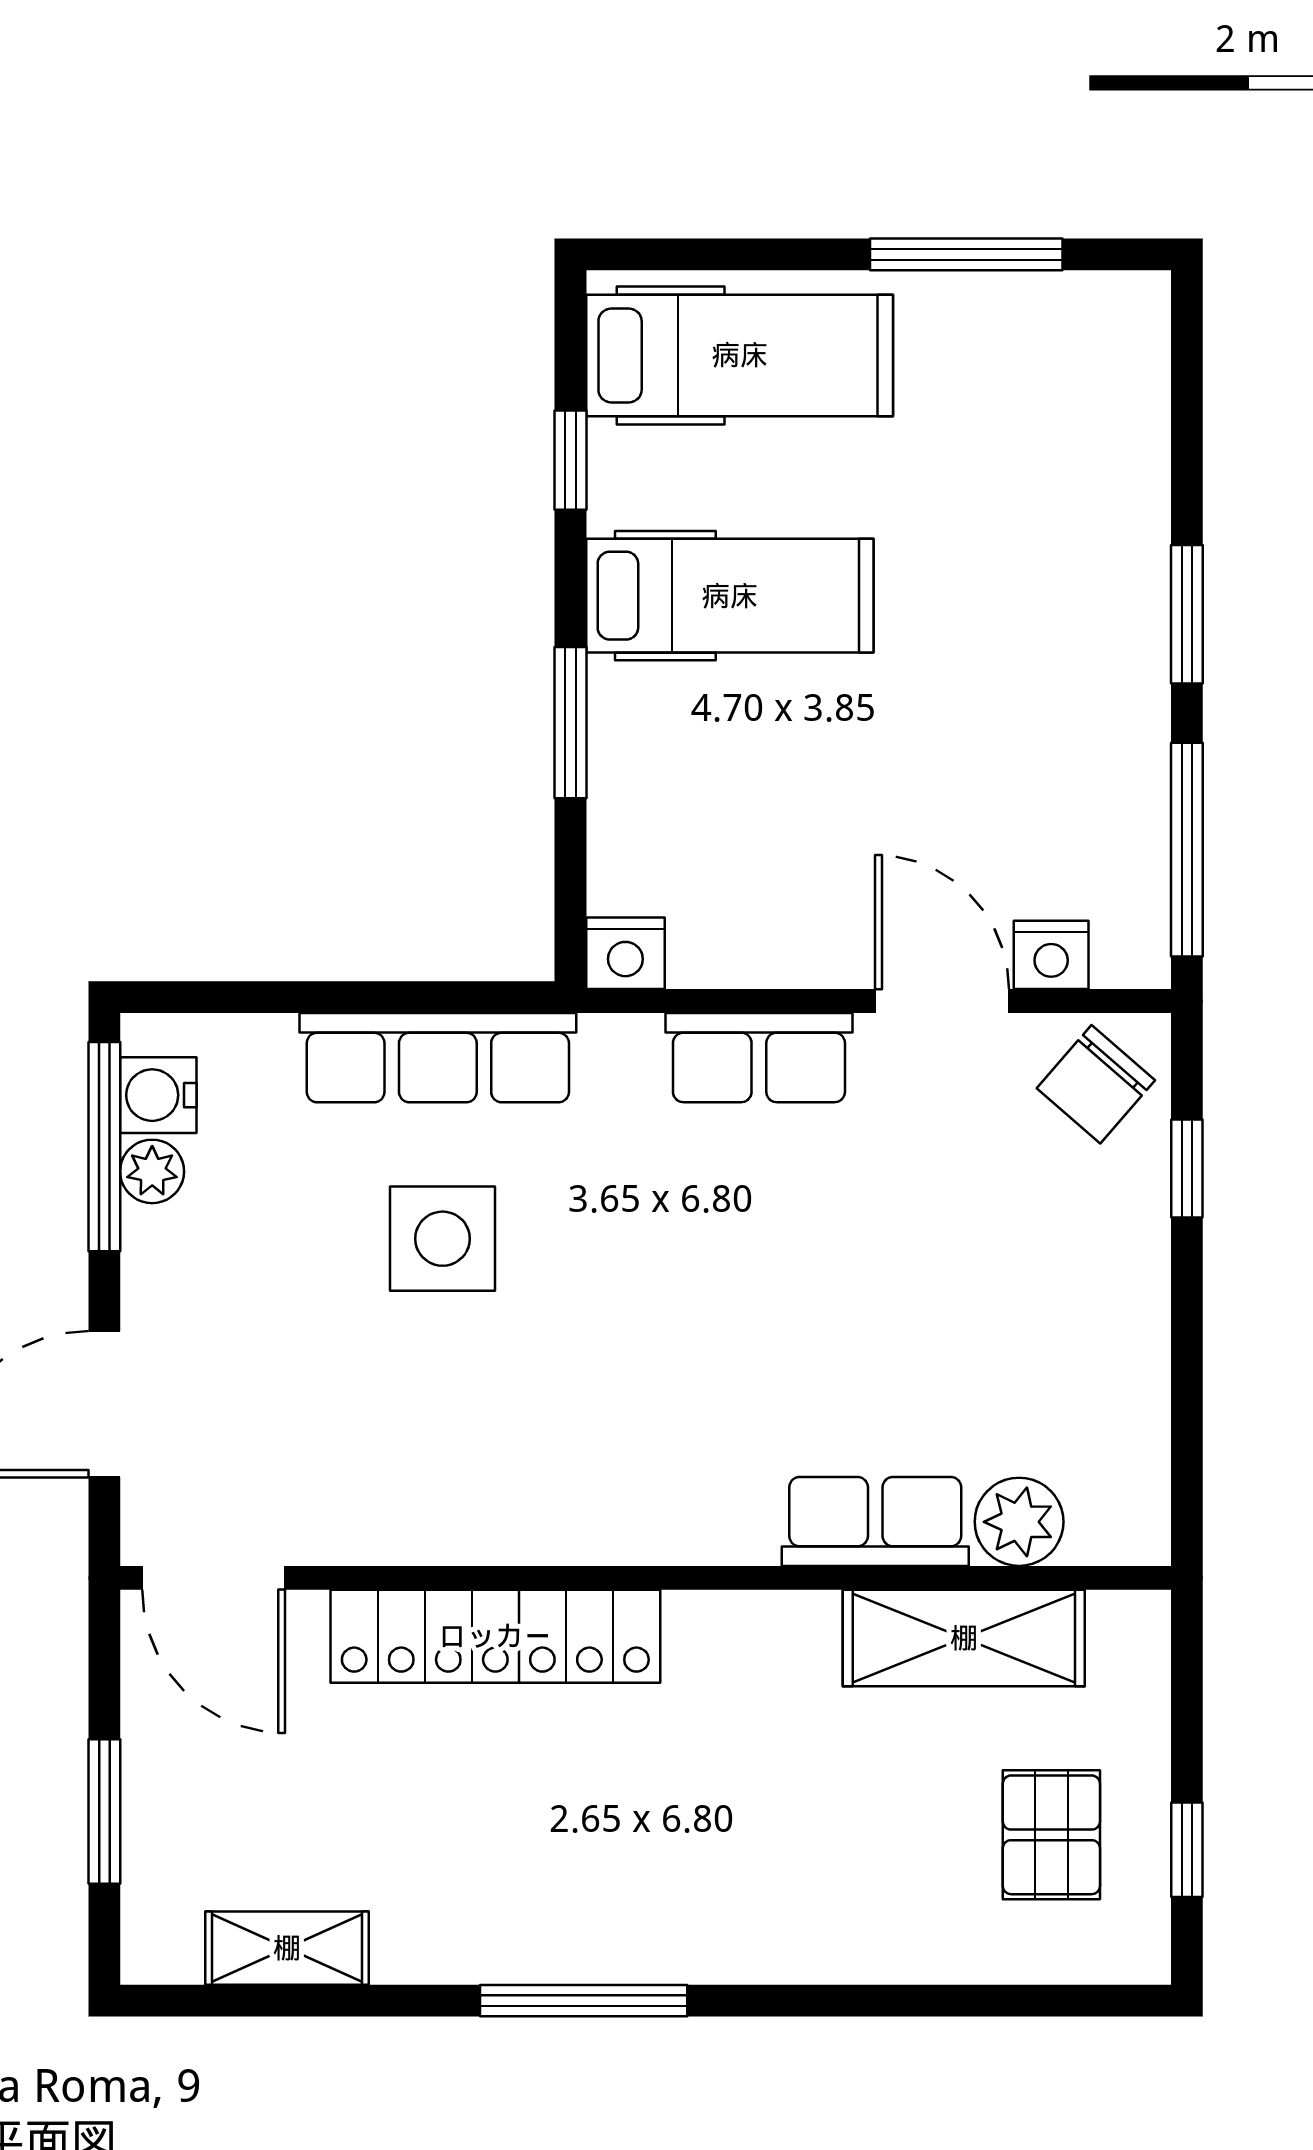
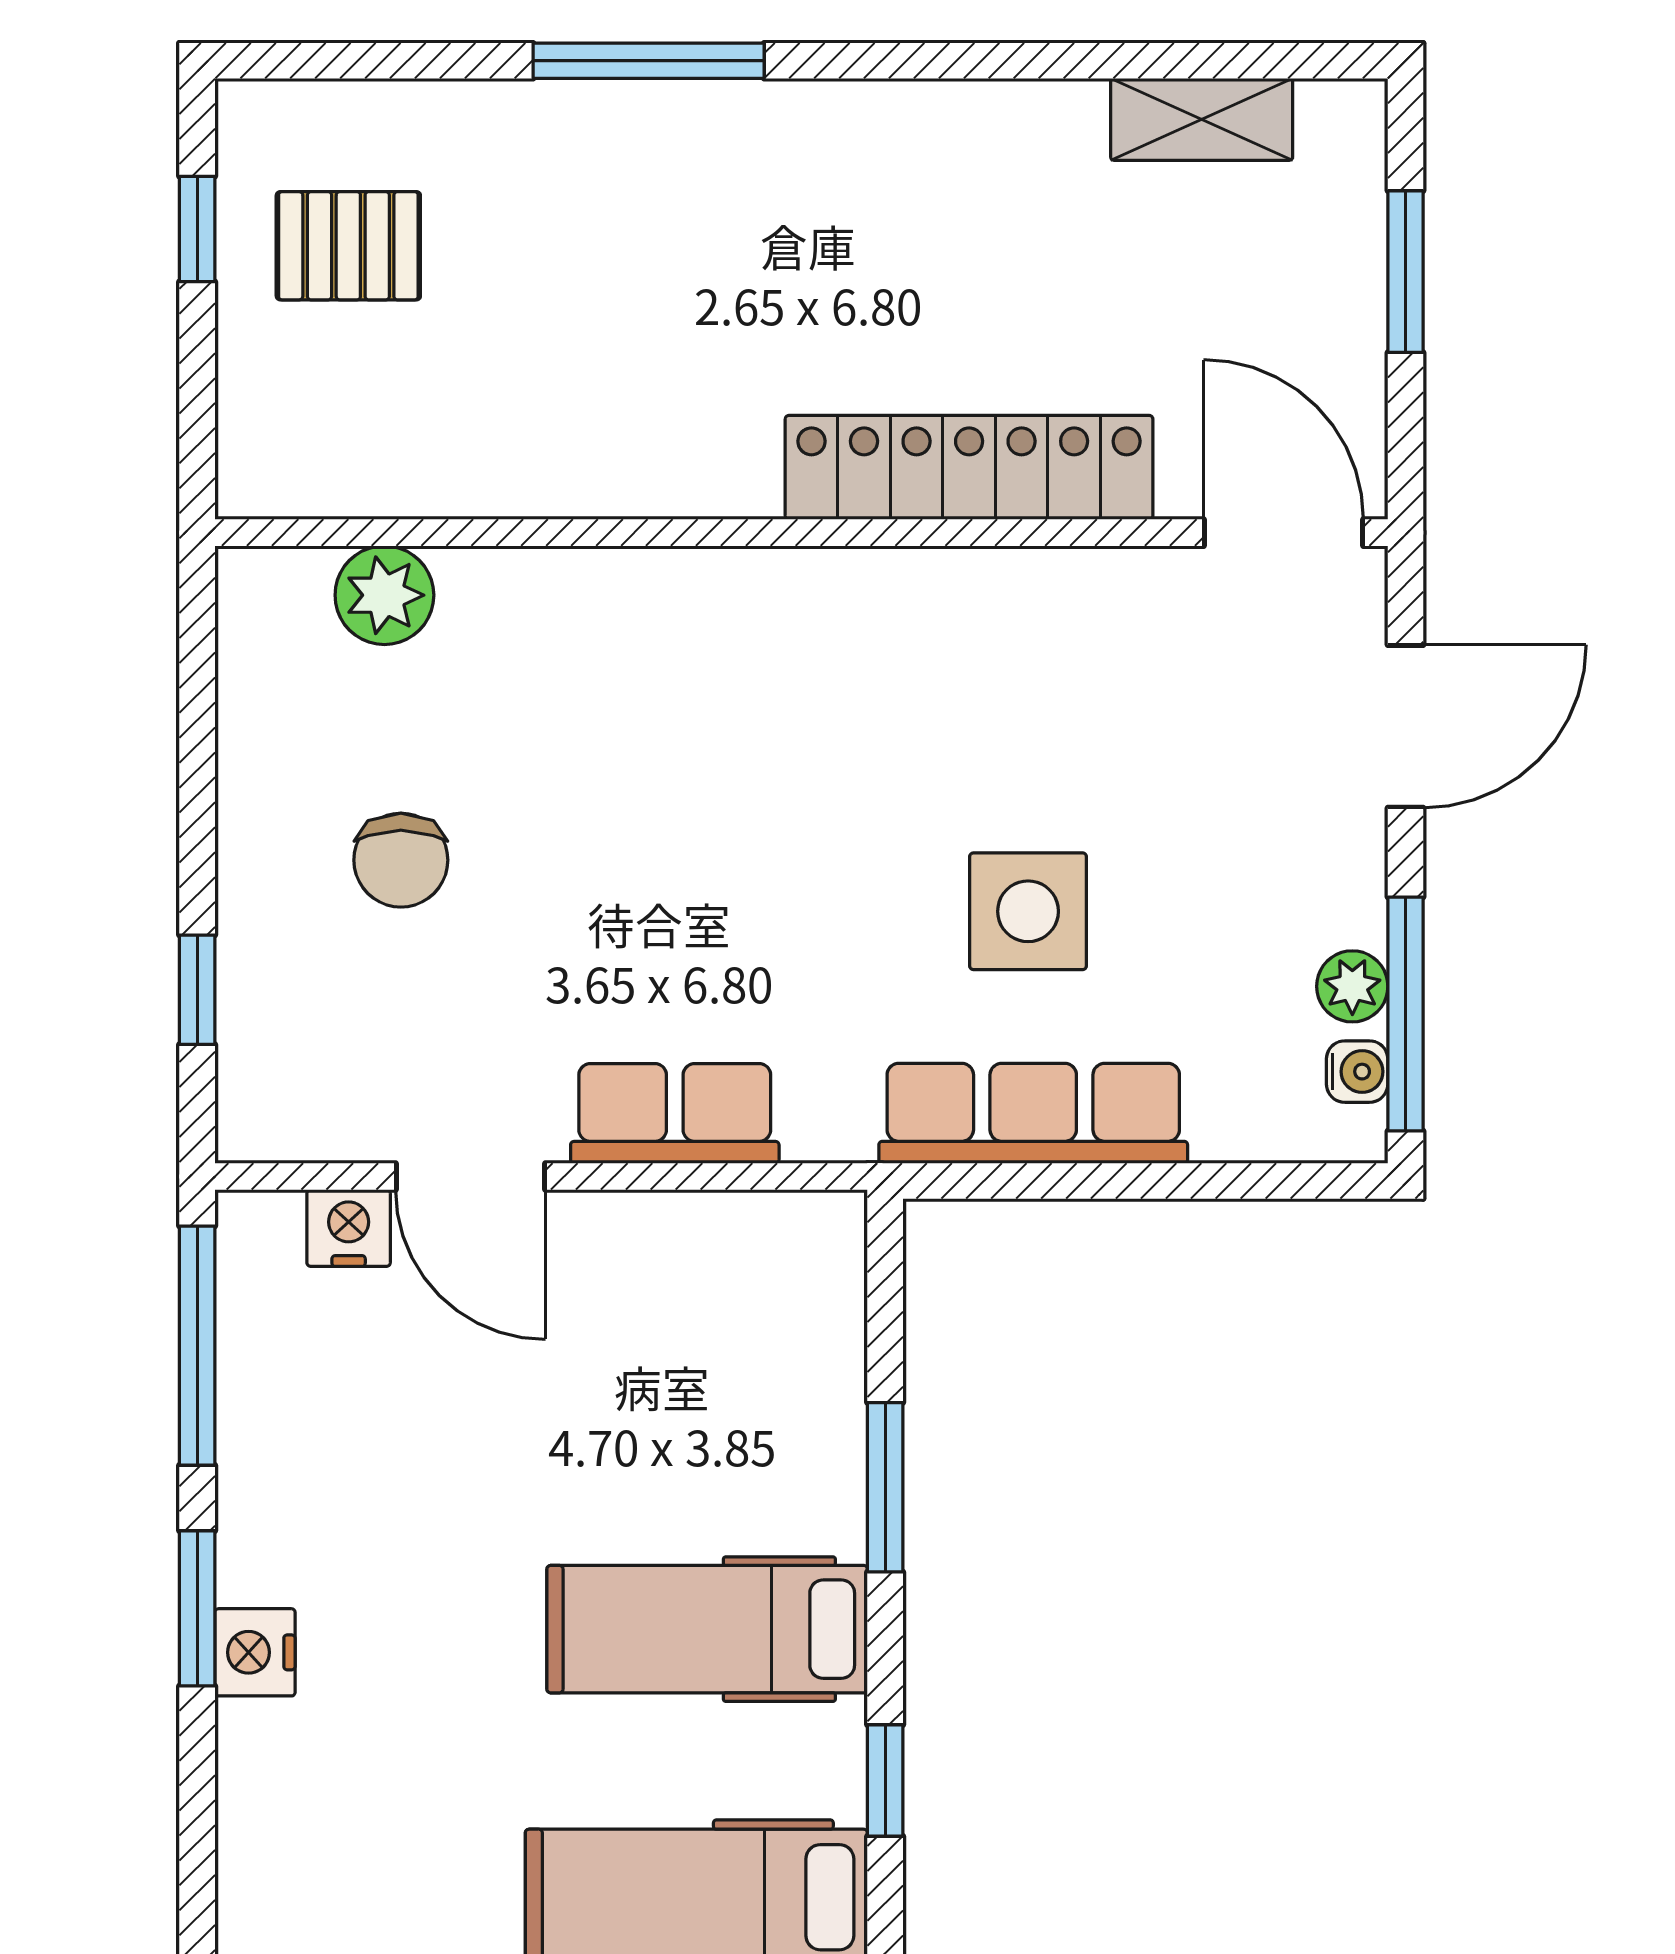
nightstand: (625, 953) -> (255, 1652), moved, turned -90
chair: (1096, 1084) -> (401, 860), moved, turned 139
water cooler: (158, 1095) -> (1357, 1072), width x0.72, depth x0.72
row of seats: (875, 1521) -> (545, 596), removed
shelving: (964, 1638) -> (446, 465), removed
pallet: (1051, 1835) -> (348, 246), turned 90
window: (584, 2001) -> (649, 61), moved

